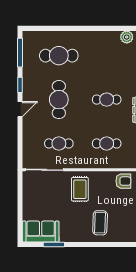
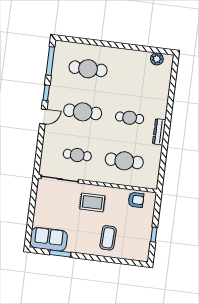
cafe table: (59, 100) -> (83, 112), turned 90
cafe table: (107, 143) -> (124, 161), width x1.37, depth x1.35
rug: (80, 189) -> (92, 202), turned 90

